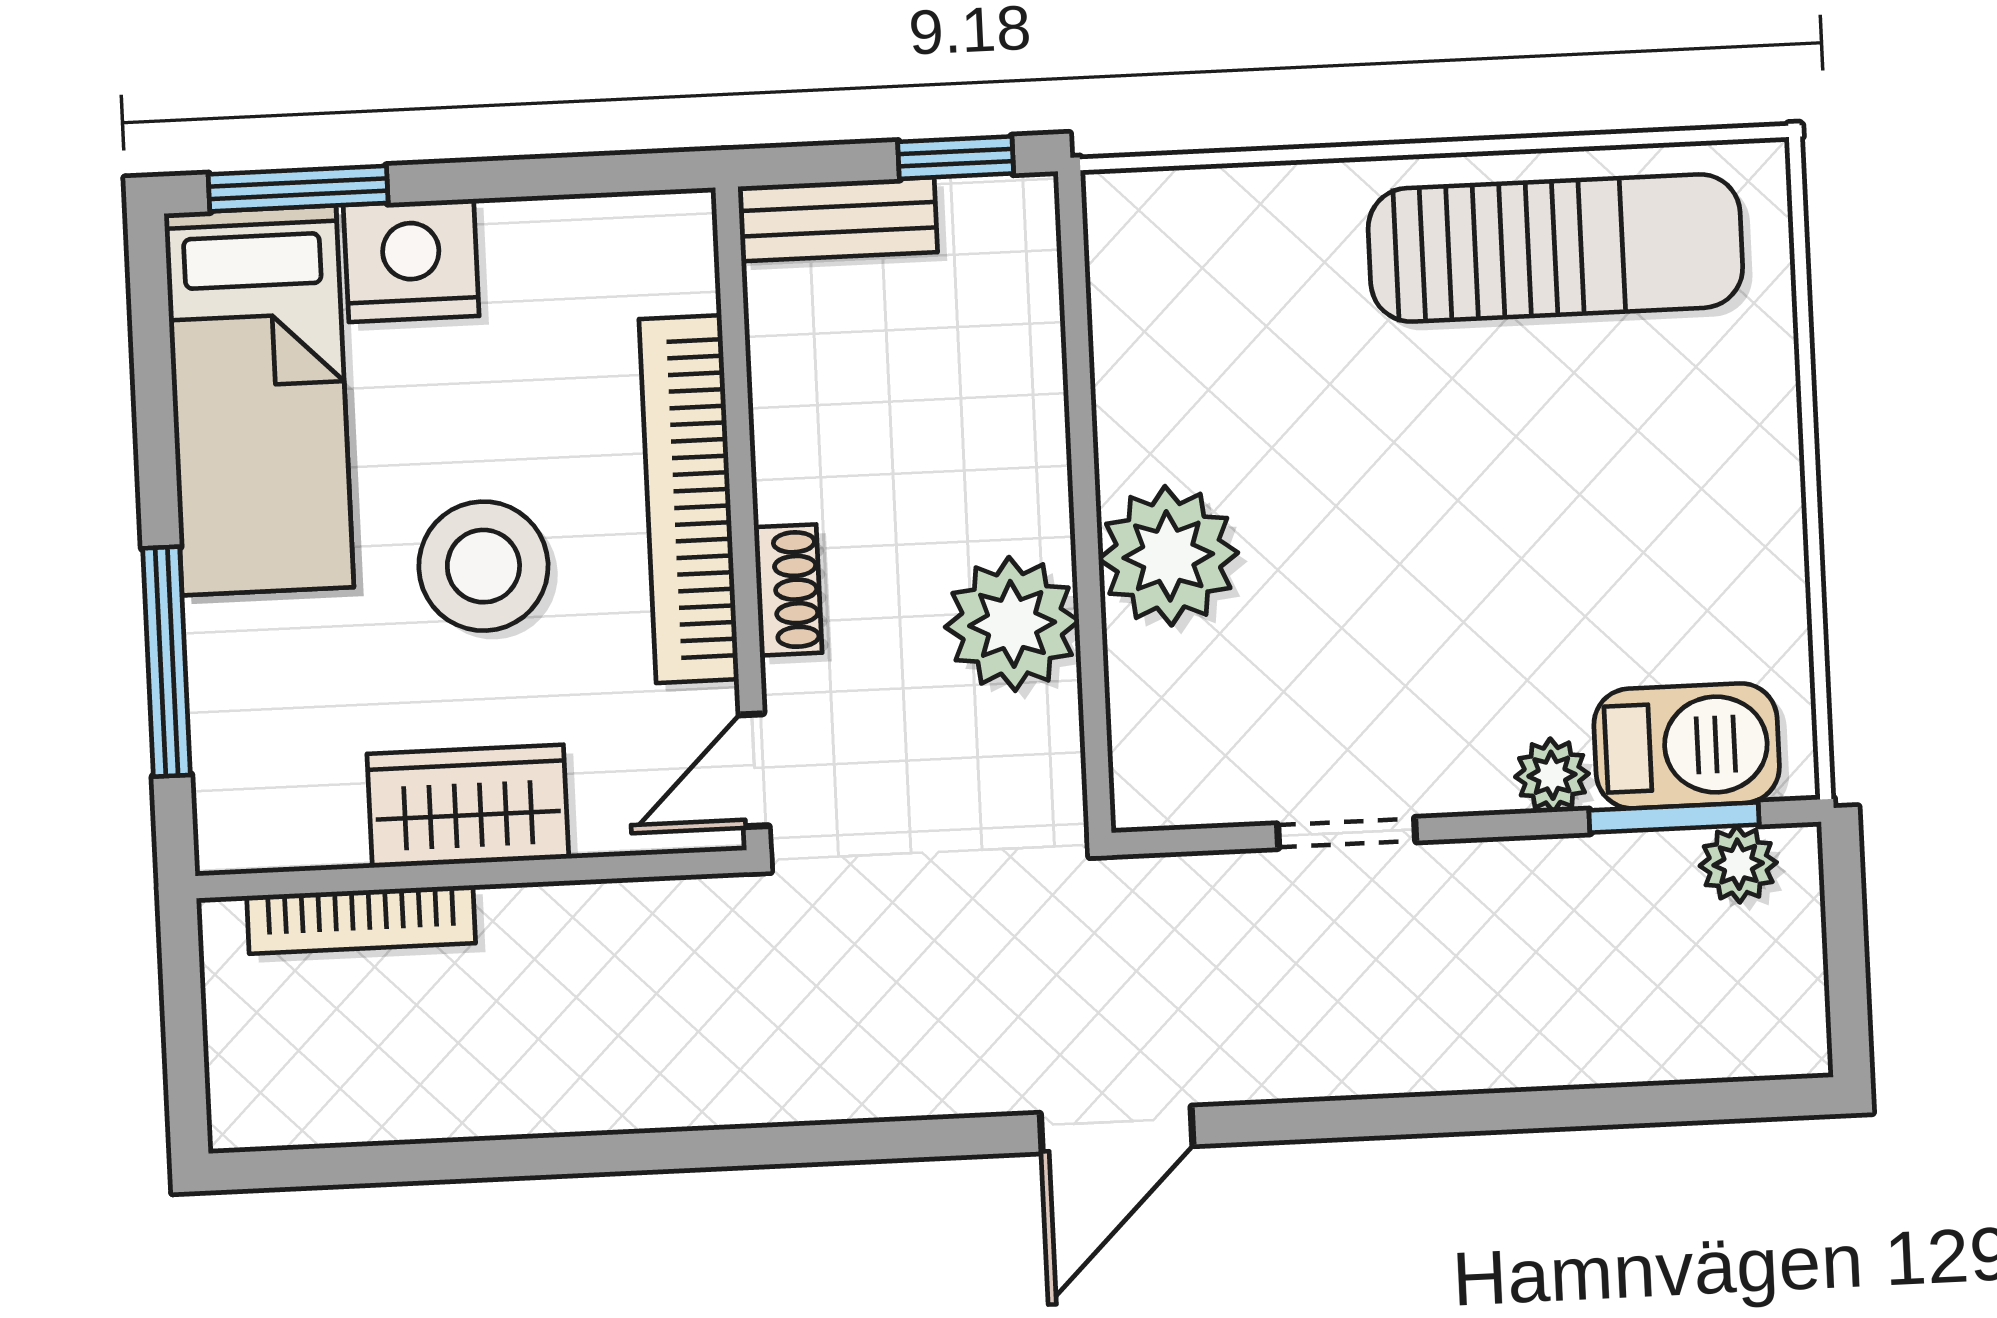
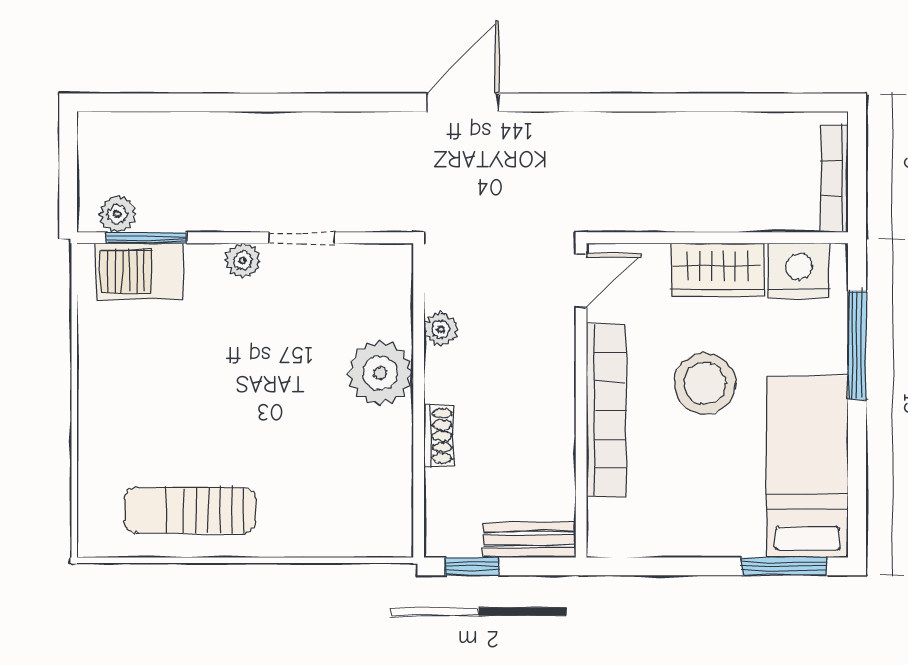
sun lounger: (1555, 248) -> (190, 510), width x0.73, depth x0.75
nightstand: (411, 260) -> (799, 271), moved, turned 180
shoe rack: (788, 590) -> (439, 436), moved, turned 180
plant: (1012, 624) -> (441, 329), width x0.53, depth x0.53
plant: (1552, 775) -> (243, 260), moved
bookcase: (361, 920) -> (834, 179), moved, turned -90
door: (1117, 1129) -> (463, 102), moved

